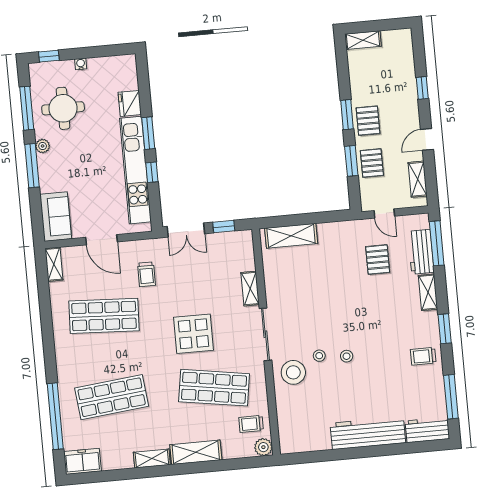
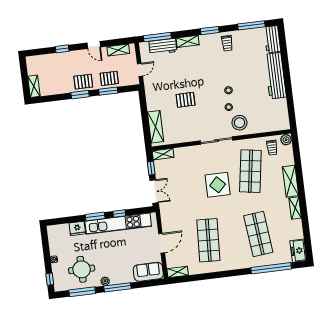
pallet: (378, 260) -> (186, 100), moved
trolley: (146, 274) -> (182, 215), removed
shelving: (250, 289) -> (163, 154), moved

